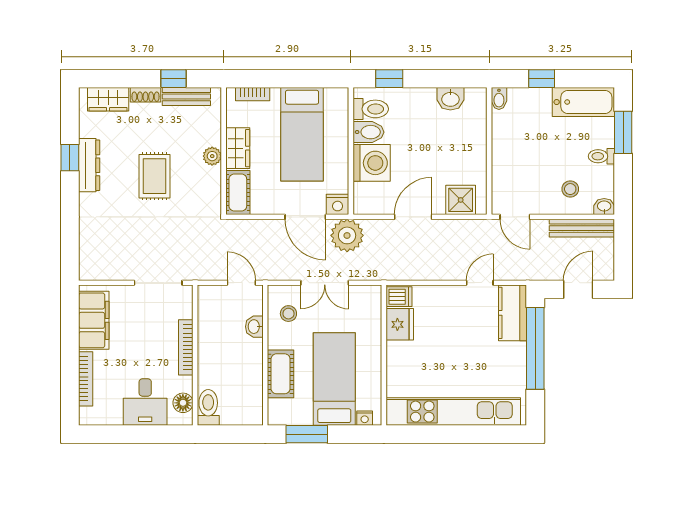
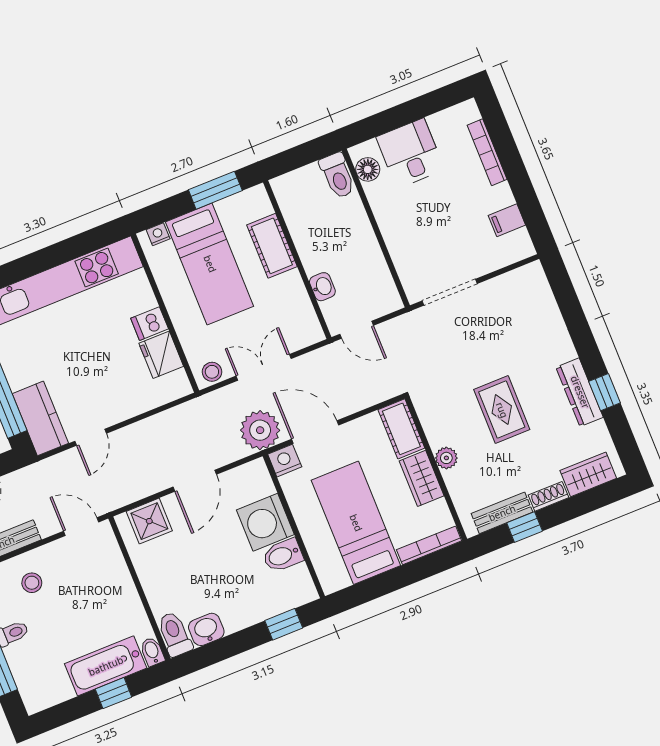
bookcase: (253, 94) -> (429, 545), width x1.56
bathtub: (583, 102) -> (106, 666), moved
toilet: (371, 109) -> (175, 634), moved, turned 90
dishwasher: (399, 297) -> (150, 324), moved
stool: (288, 314) -> (212, 372), moved
filing cabinet: (94, 320) -> (507, 220), width x0.33, depth x0.86
bookcase: (186, 347) -> (390, 233), removed

